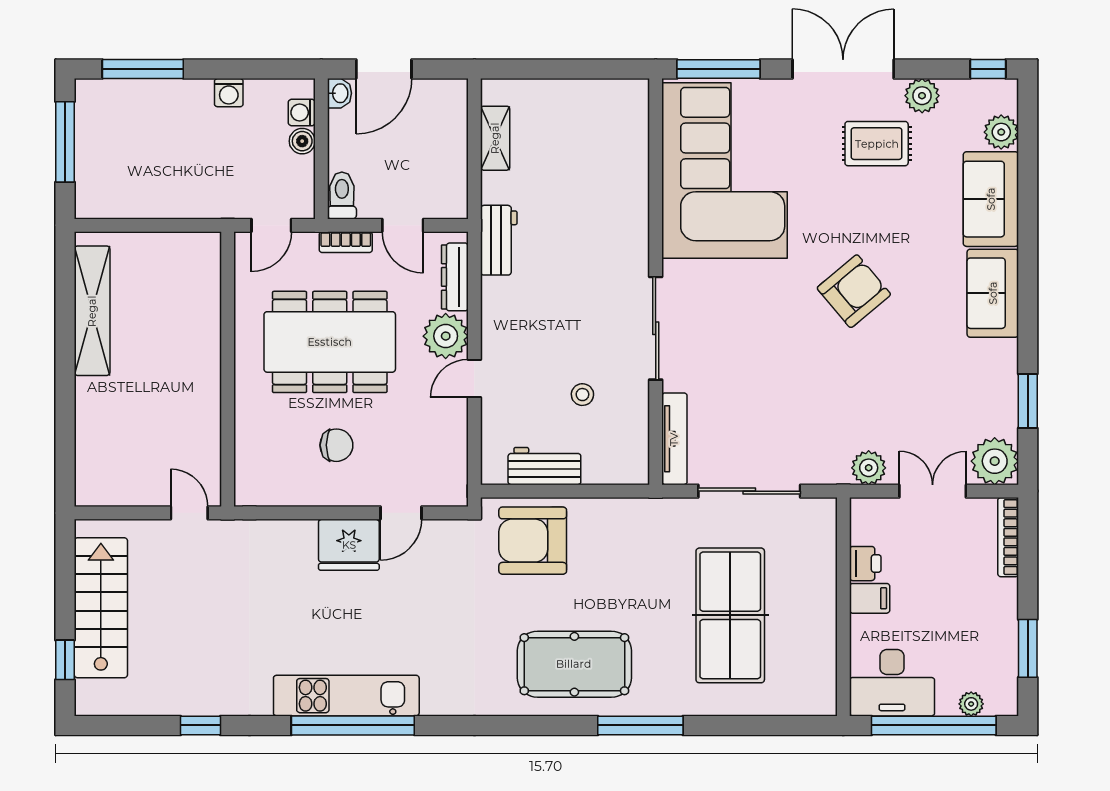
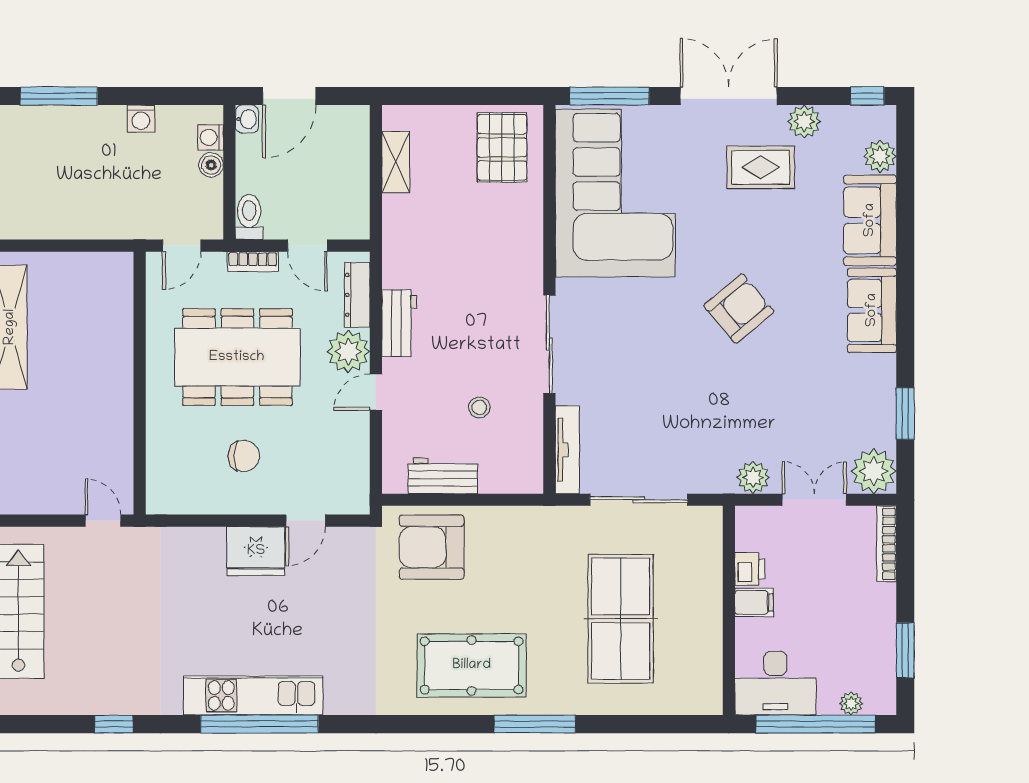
pallet: (606, 123) -> (502, 147), added
workbench: (499, 240) -> (399, 323), moved

